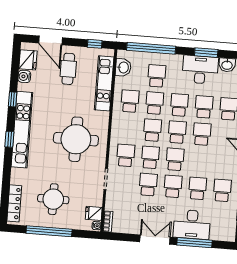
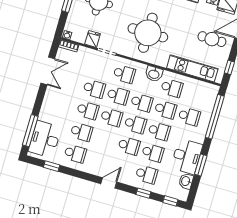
washbasin: (123, 67) -> (154, 74), moved
fridge: (94, 213) -> (93, 39), moved
desk: (192, 224) -> (45, 139), moved
double door: (155, 240) -> (48, 71), moved
window: (194, 243) -> (30, 131), moved

